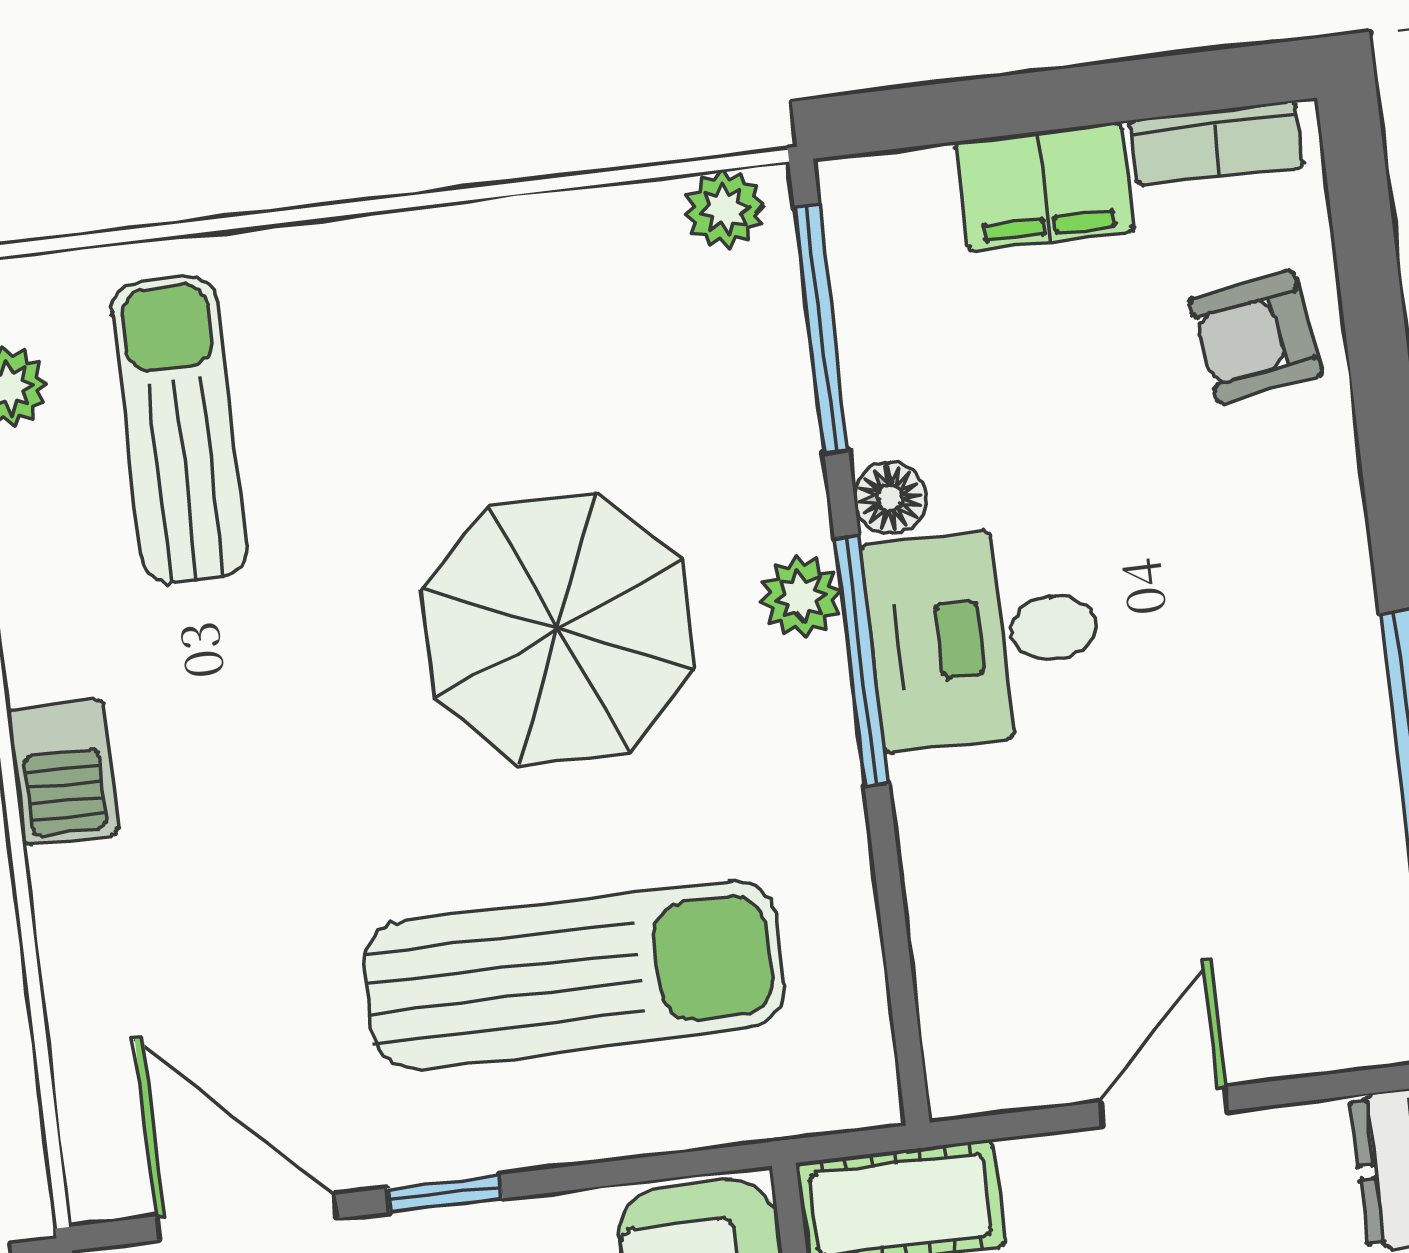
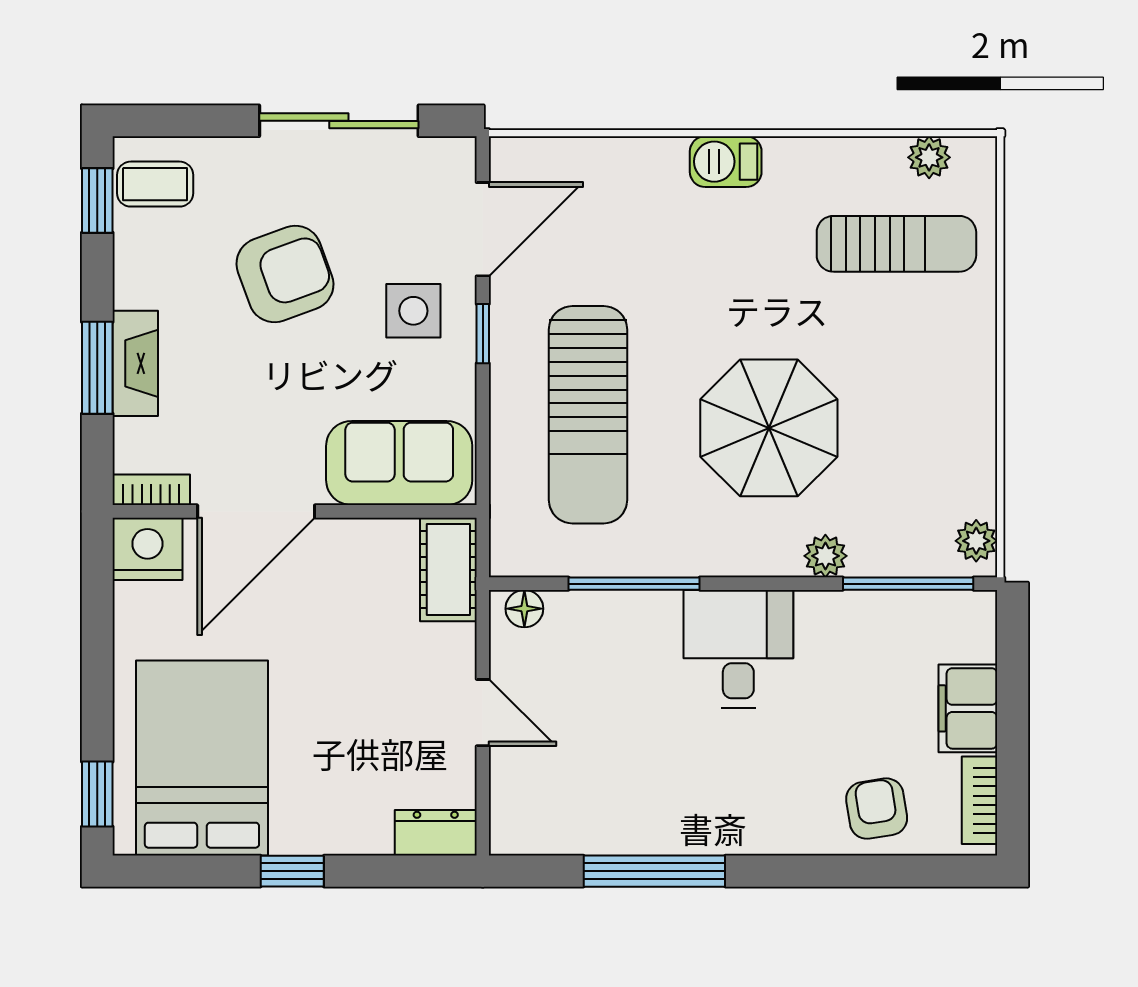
floor lamp: (890, 498) -> (524, 609), moved
plant: (801, 597) -> (825, 556), moved
window: (862, 661) -> (634, 584), moved

